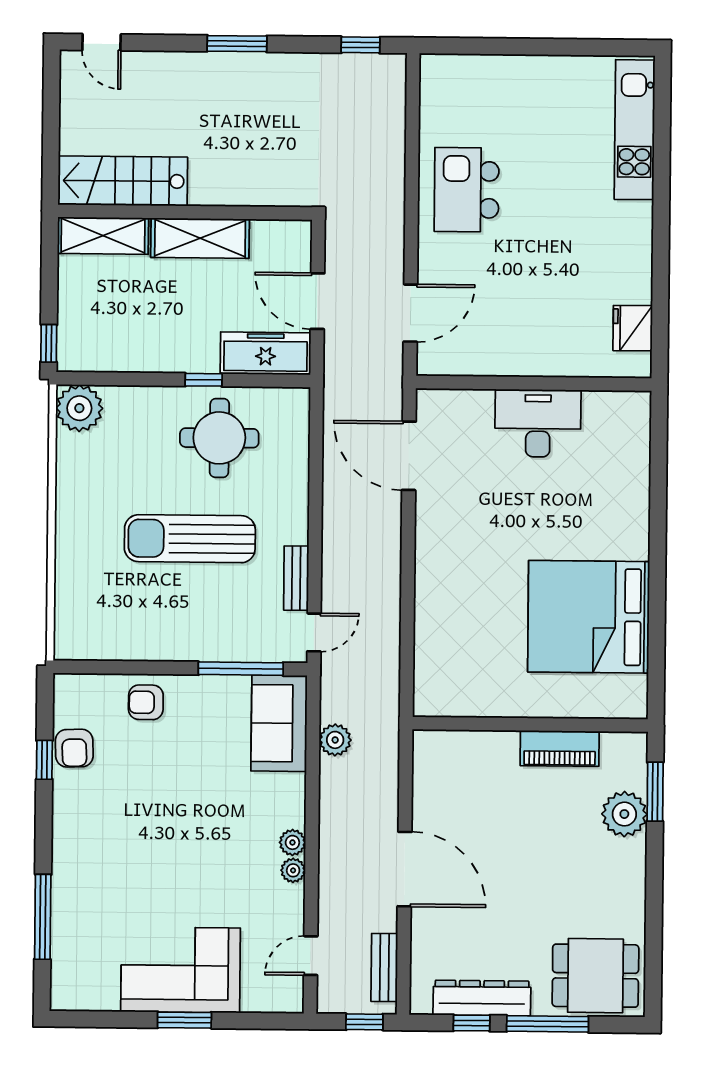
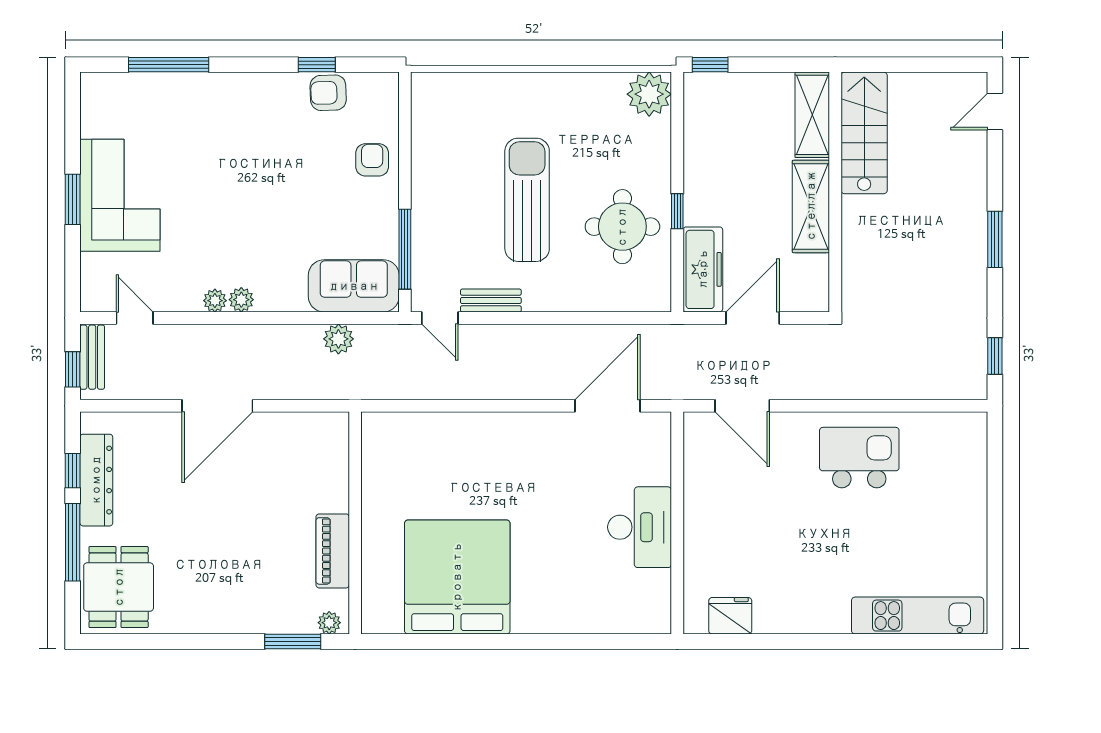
plant: (624, 814) -> (329, 623), moved, width x0.53, depth x0.53
bench: (384, 968) -> (92, 357), moved, turned 90

